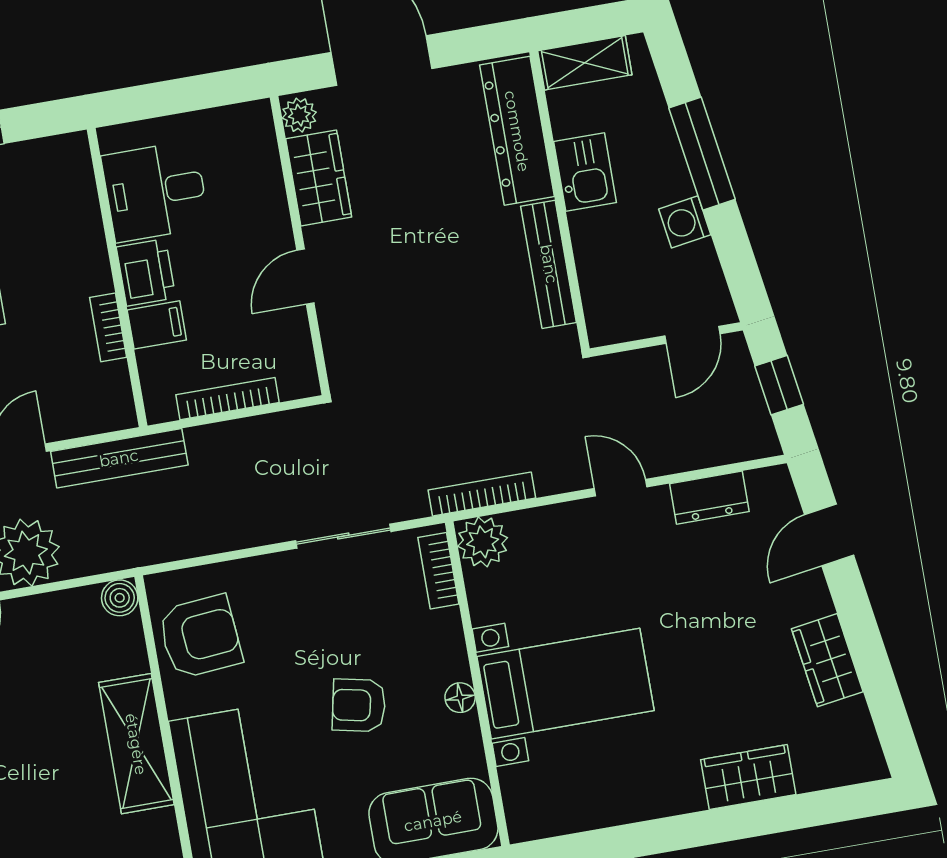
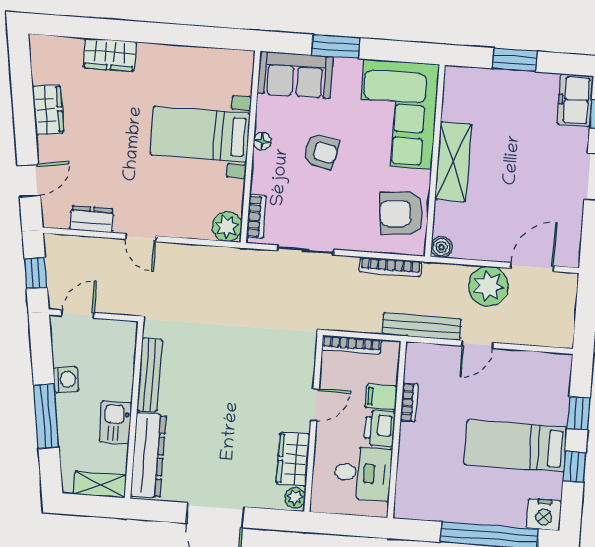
plant: (299, 115) -> (295, 498), moved
wardrobe: (319, 178) -> (293, 459), moved
wall: (300, 246) -> (313, 423), moved
door: (305, 277) -> (315, 405), moved
bookcase: (482, 494) -> (391, 267), moved

